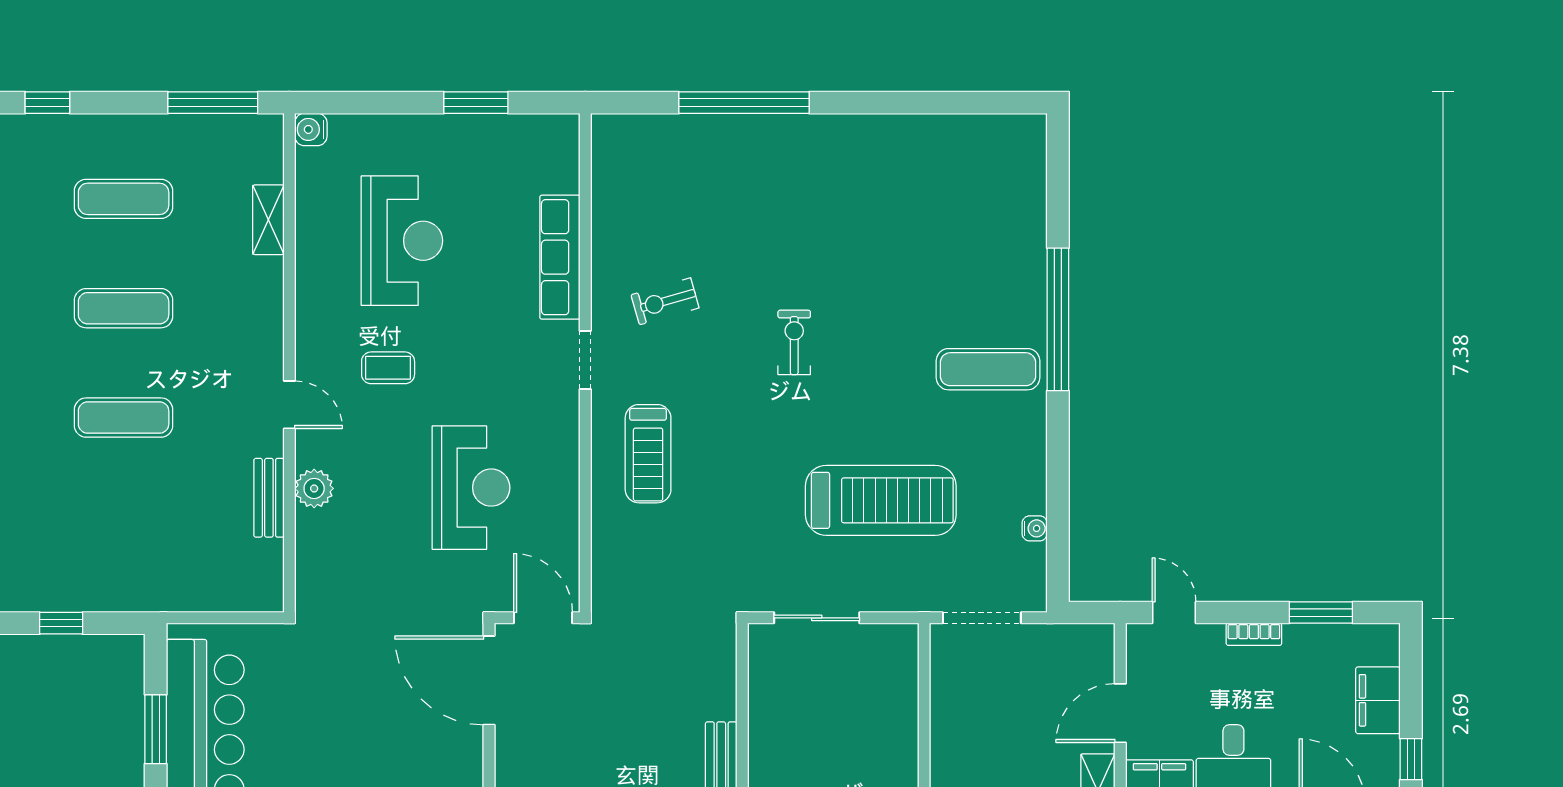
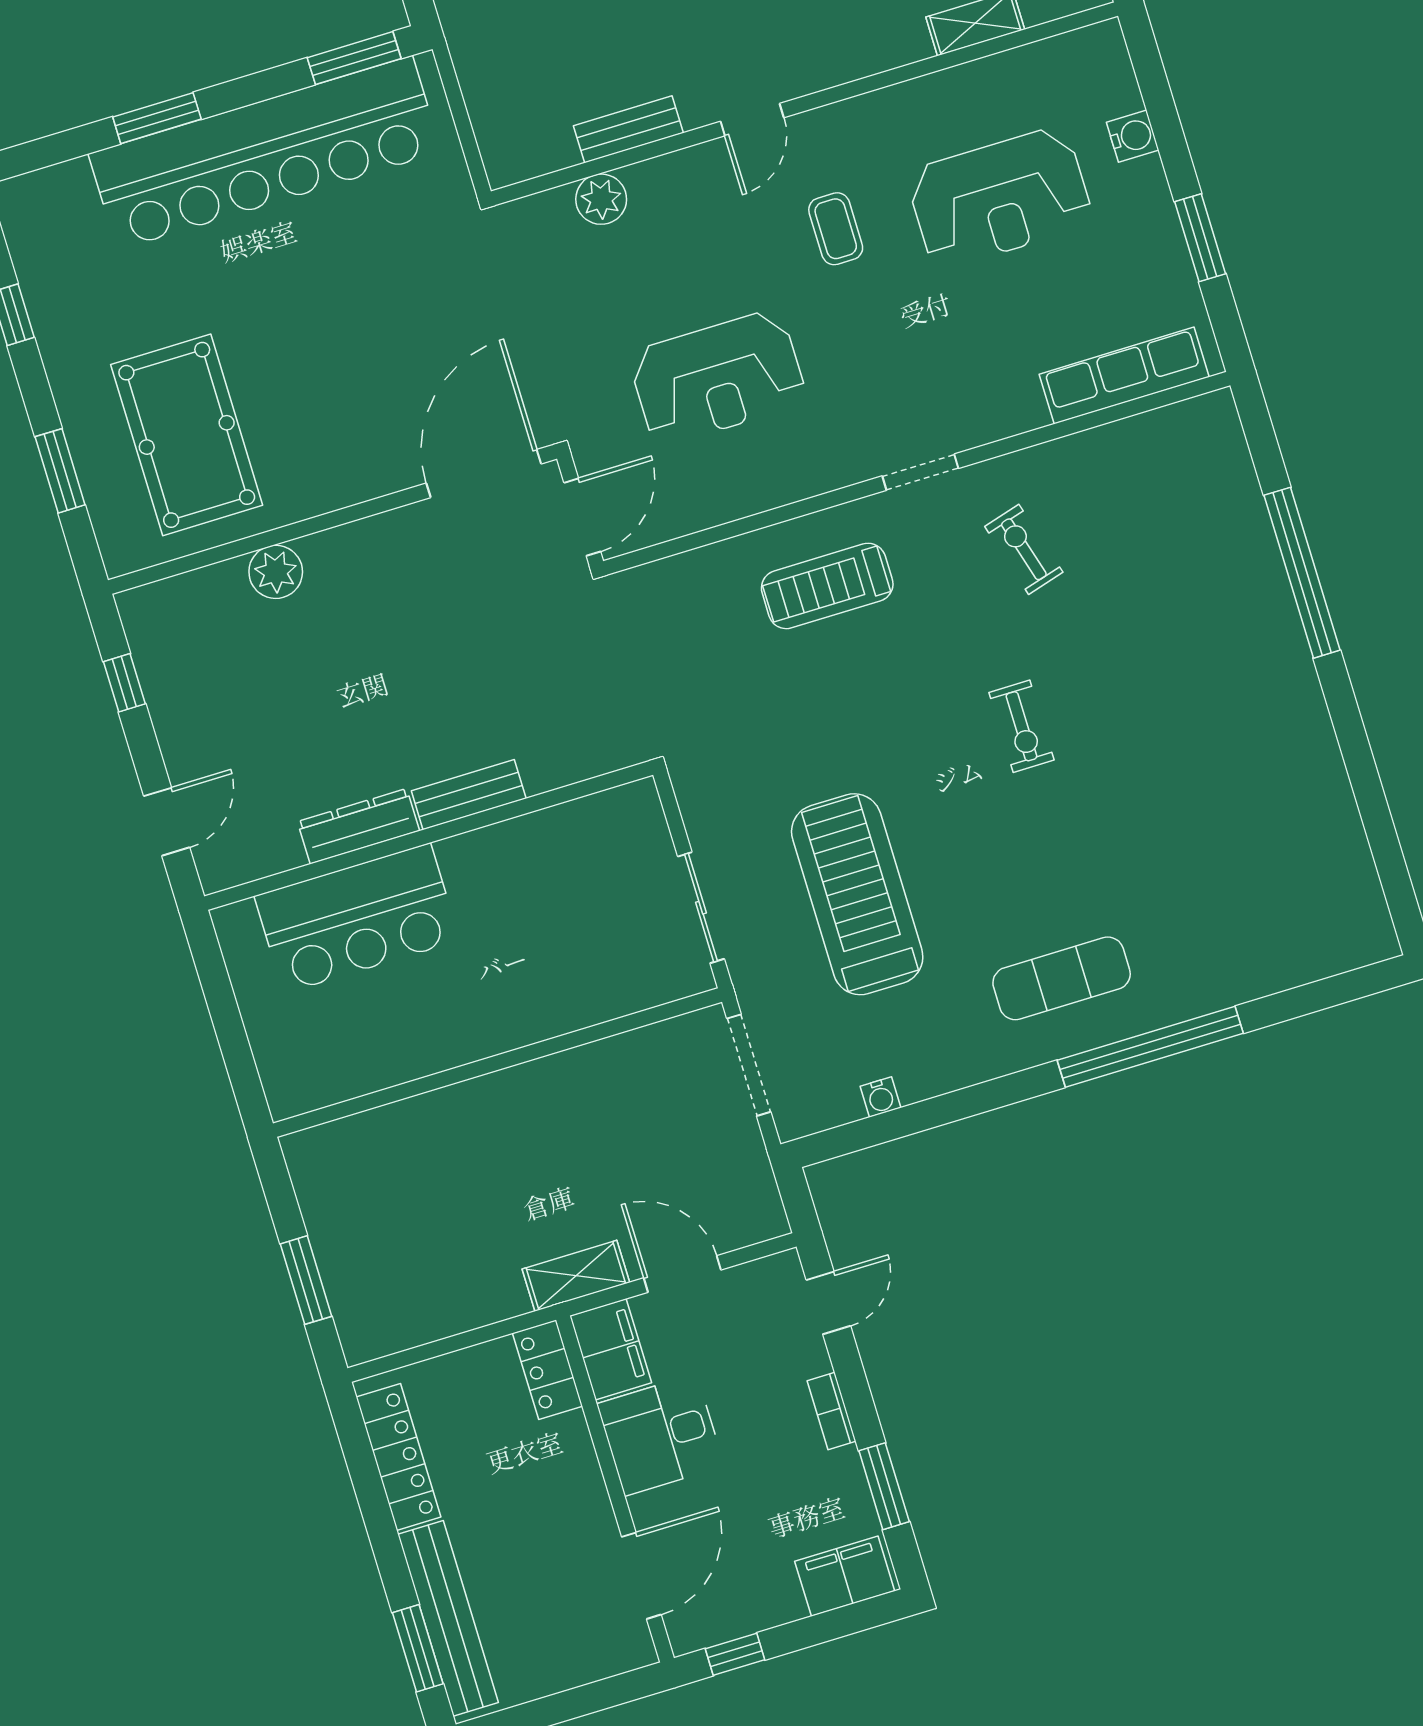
water cooler: (311, 129) -> (1133, 136), moved, turned 90
row of seats: (560, 257) -> (1124, 376), moved
exercise bike: (794, 342) -> (1021, 726), turned 90
exercise mat: (988, 369) -> (1062, 978), turned 90
plant: (314, 488) -> (601, 199), moved
treadmill: (881, 500) -> (857, 894), turned 180
sliding door: (817, 618) -> (701, 908), moved
filing cabinet: (1378, 700) -> (845, 1576), moved
window: (156, 729) -> (354, 58), moved

